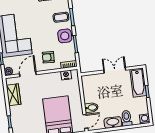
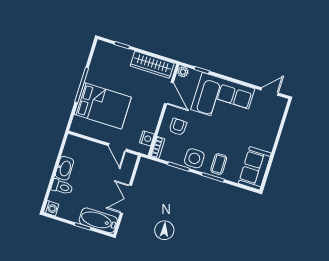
double door: (115, 70) -> (126, 199), swing flipped
wardrobe: (13, 95) -> (152, 65), width x1.50
bidet: (91, 108) -> (94, 151), removed
door: (85, 121) -> (117, 147), moved

